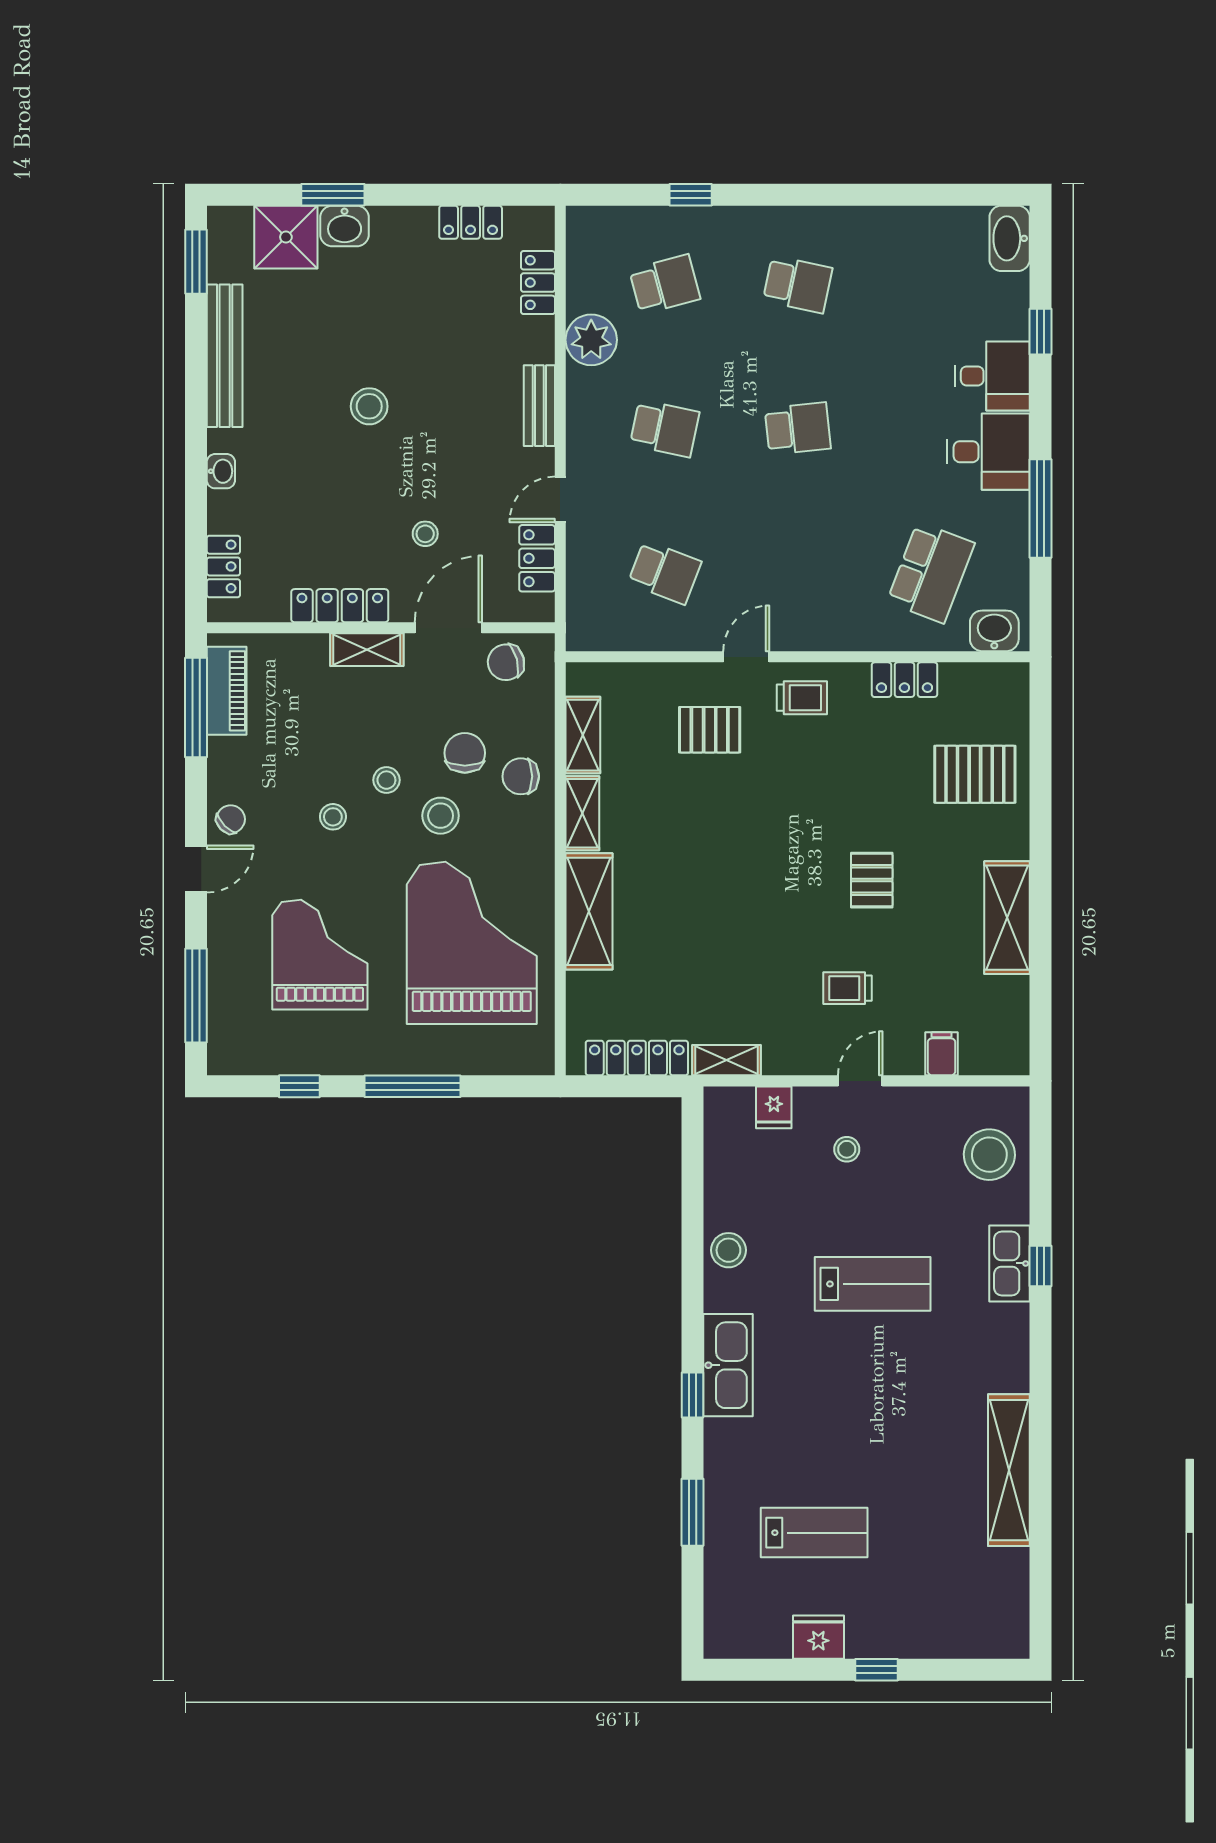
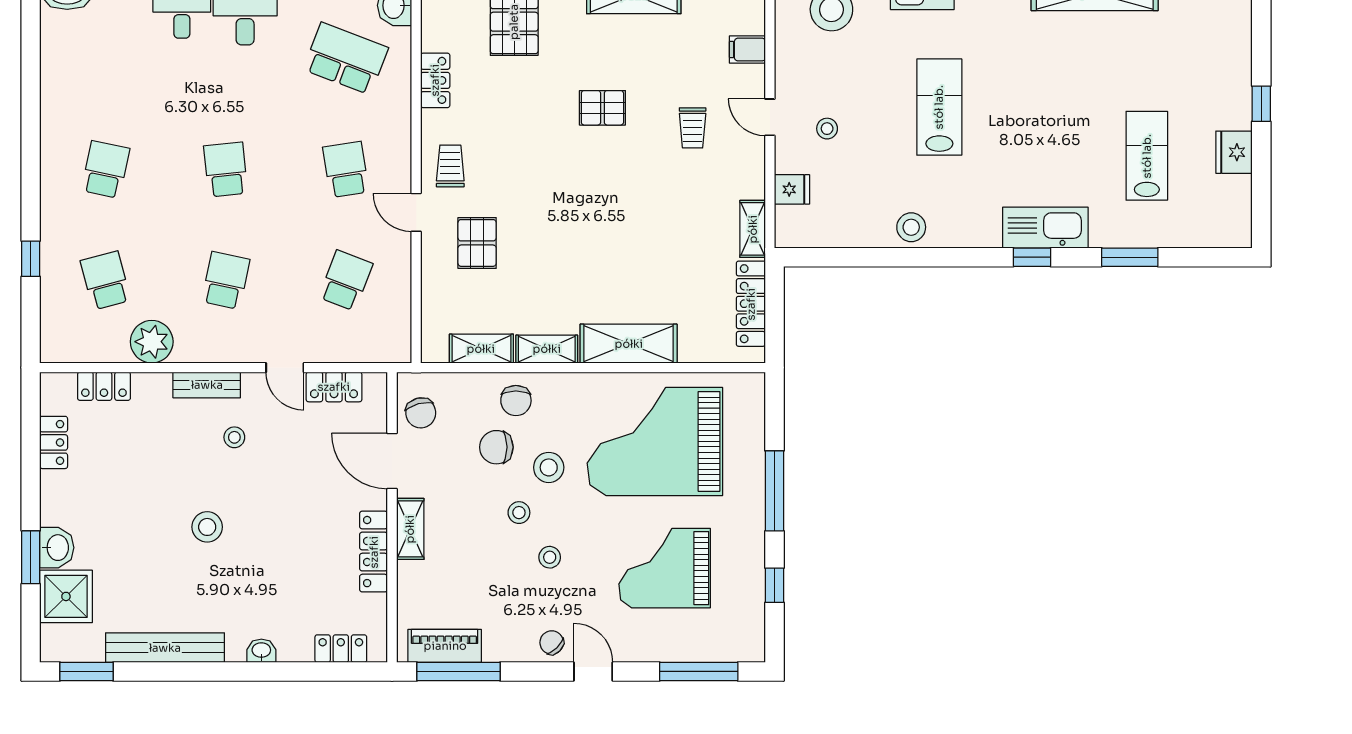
stool: (425, 534) -> (234, 437), moved
school desk: (798, 572) -> (346, 169), added
kitchen sink: (728, 1365) -> (1045, 228), moved

